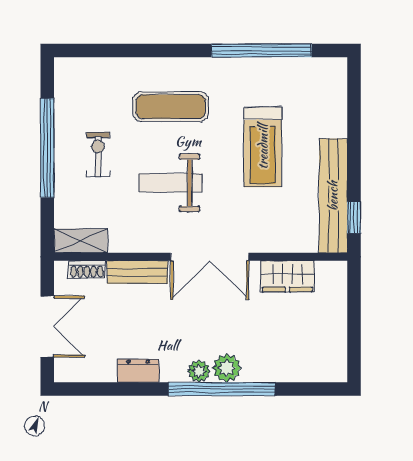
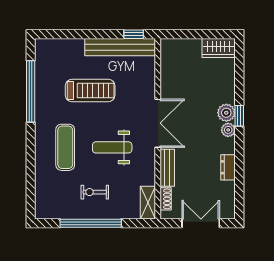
weight bench: (170, 183) -> (112, 147), turned 90
wardrobe: (287, 276) -> (219, 48), moved, turned 90
window: (222, 389) -> (239, 116), width x0.32

